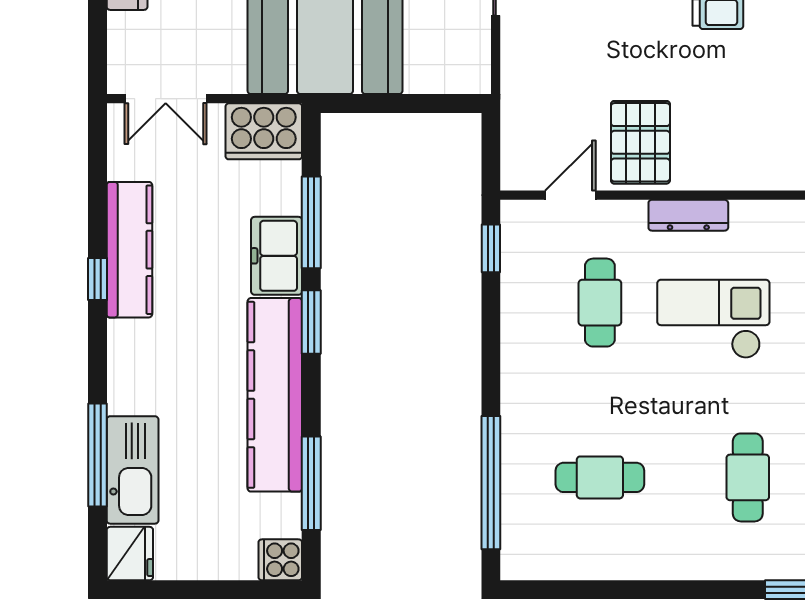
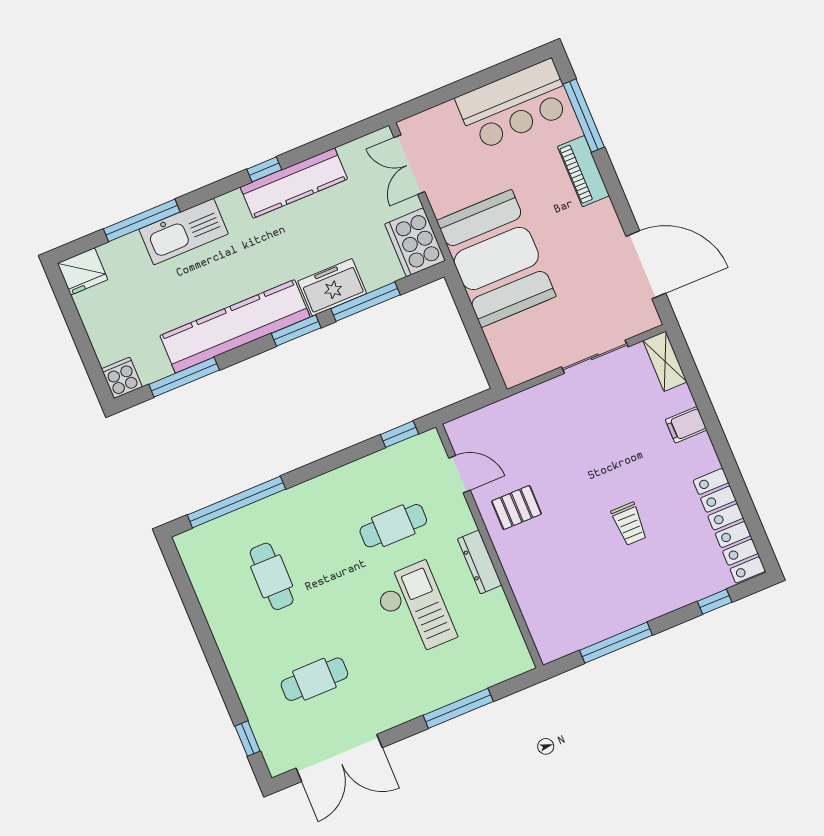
pallet: (640, 142) -> (517, 508), width x0.67, depth x0.71
kitchen sink: (133, 470) -> (184, 232), moved

